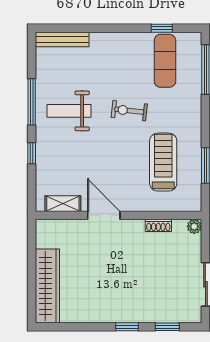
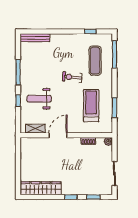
exercise mat: (165, 61) -> (95, 61), moved
weight bench: (69, 111) -> (39, 99), moved
door: (104, 215) -> (58, 135), hinge flipped
wardrobe: (47, 286) -> (41, 188), moved, turned -90

